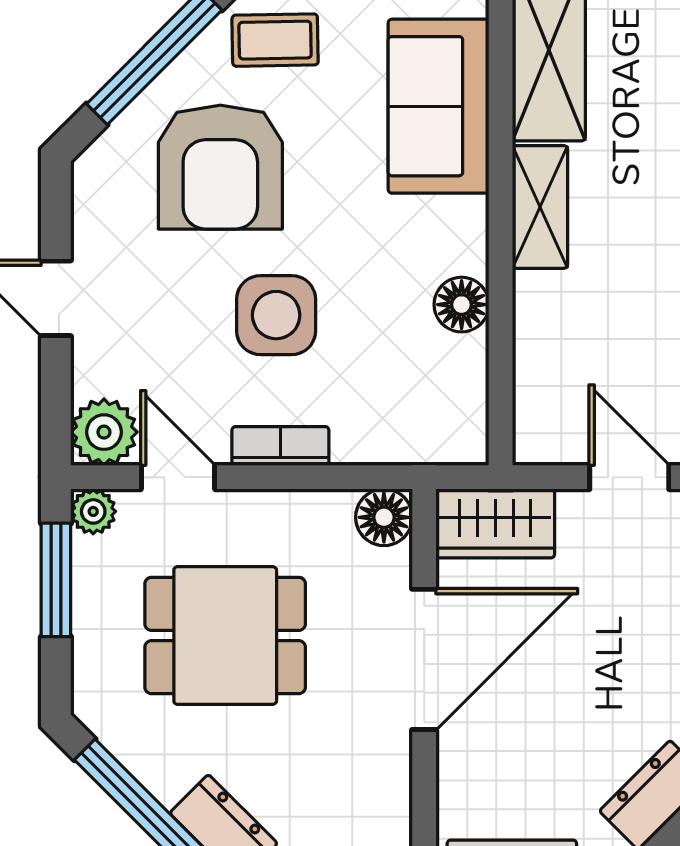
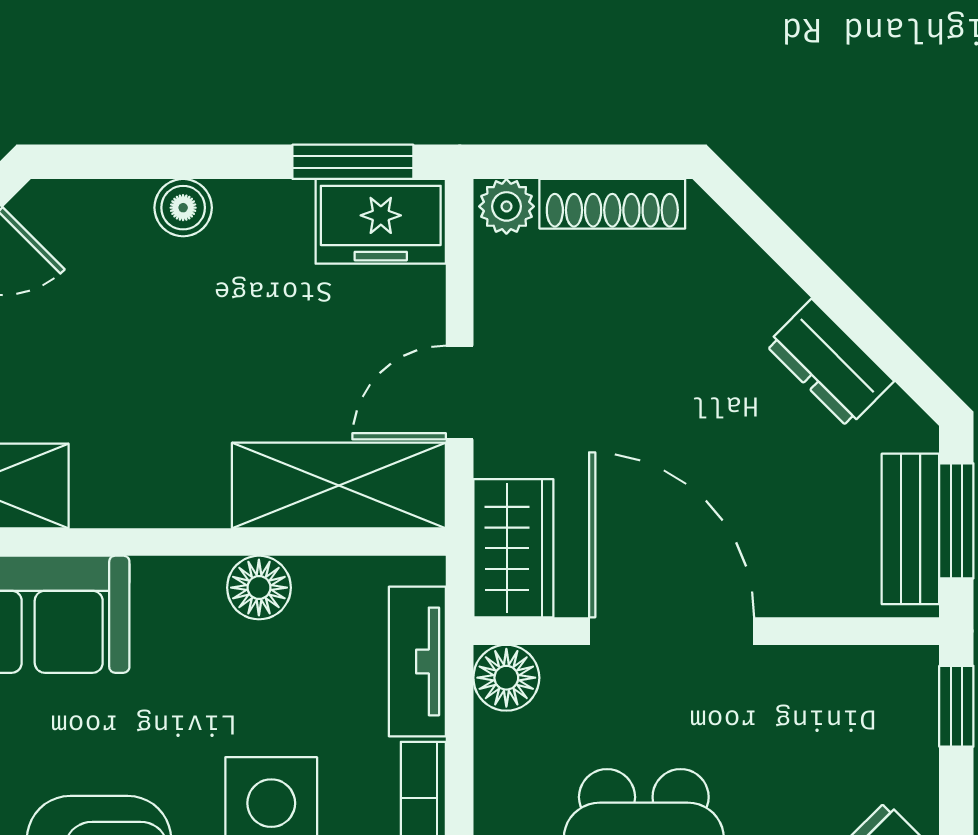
shelving: (540, 207) -> (339, 486), moved, width x1.50, depth x1.33
tv unit: (398, 441) -> (417, 661), added

